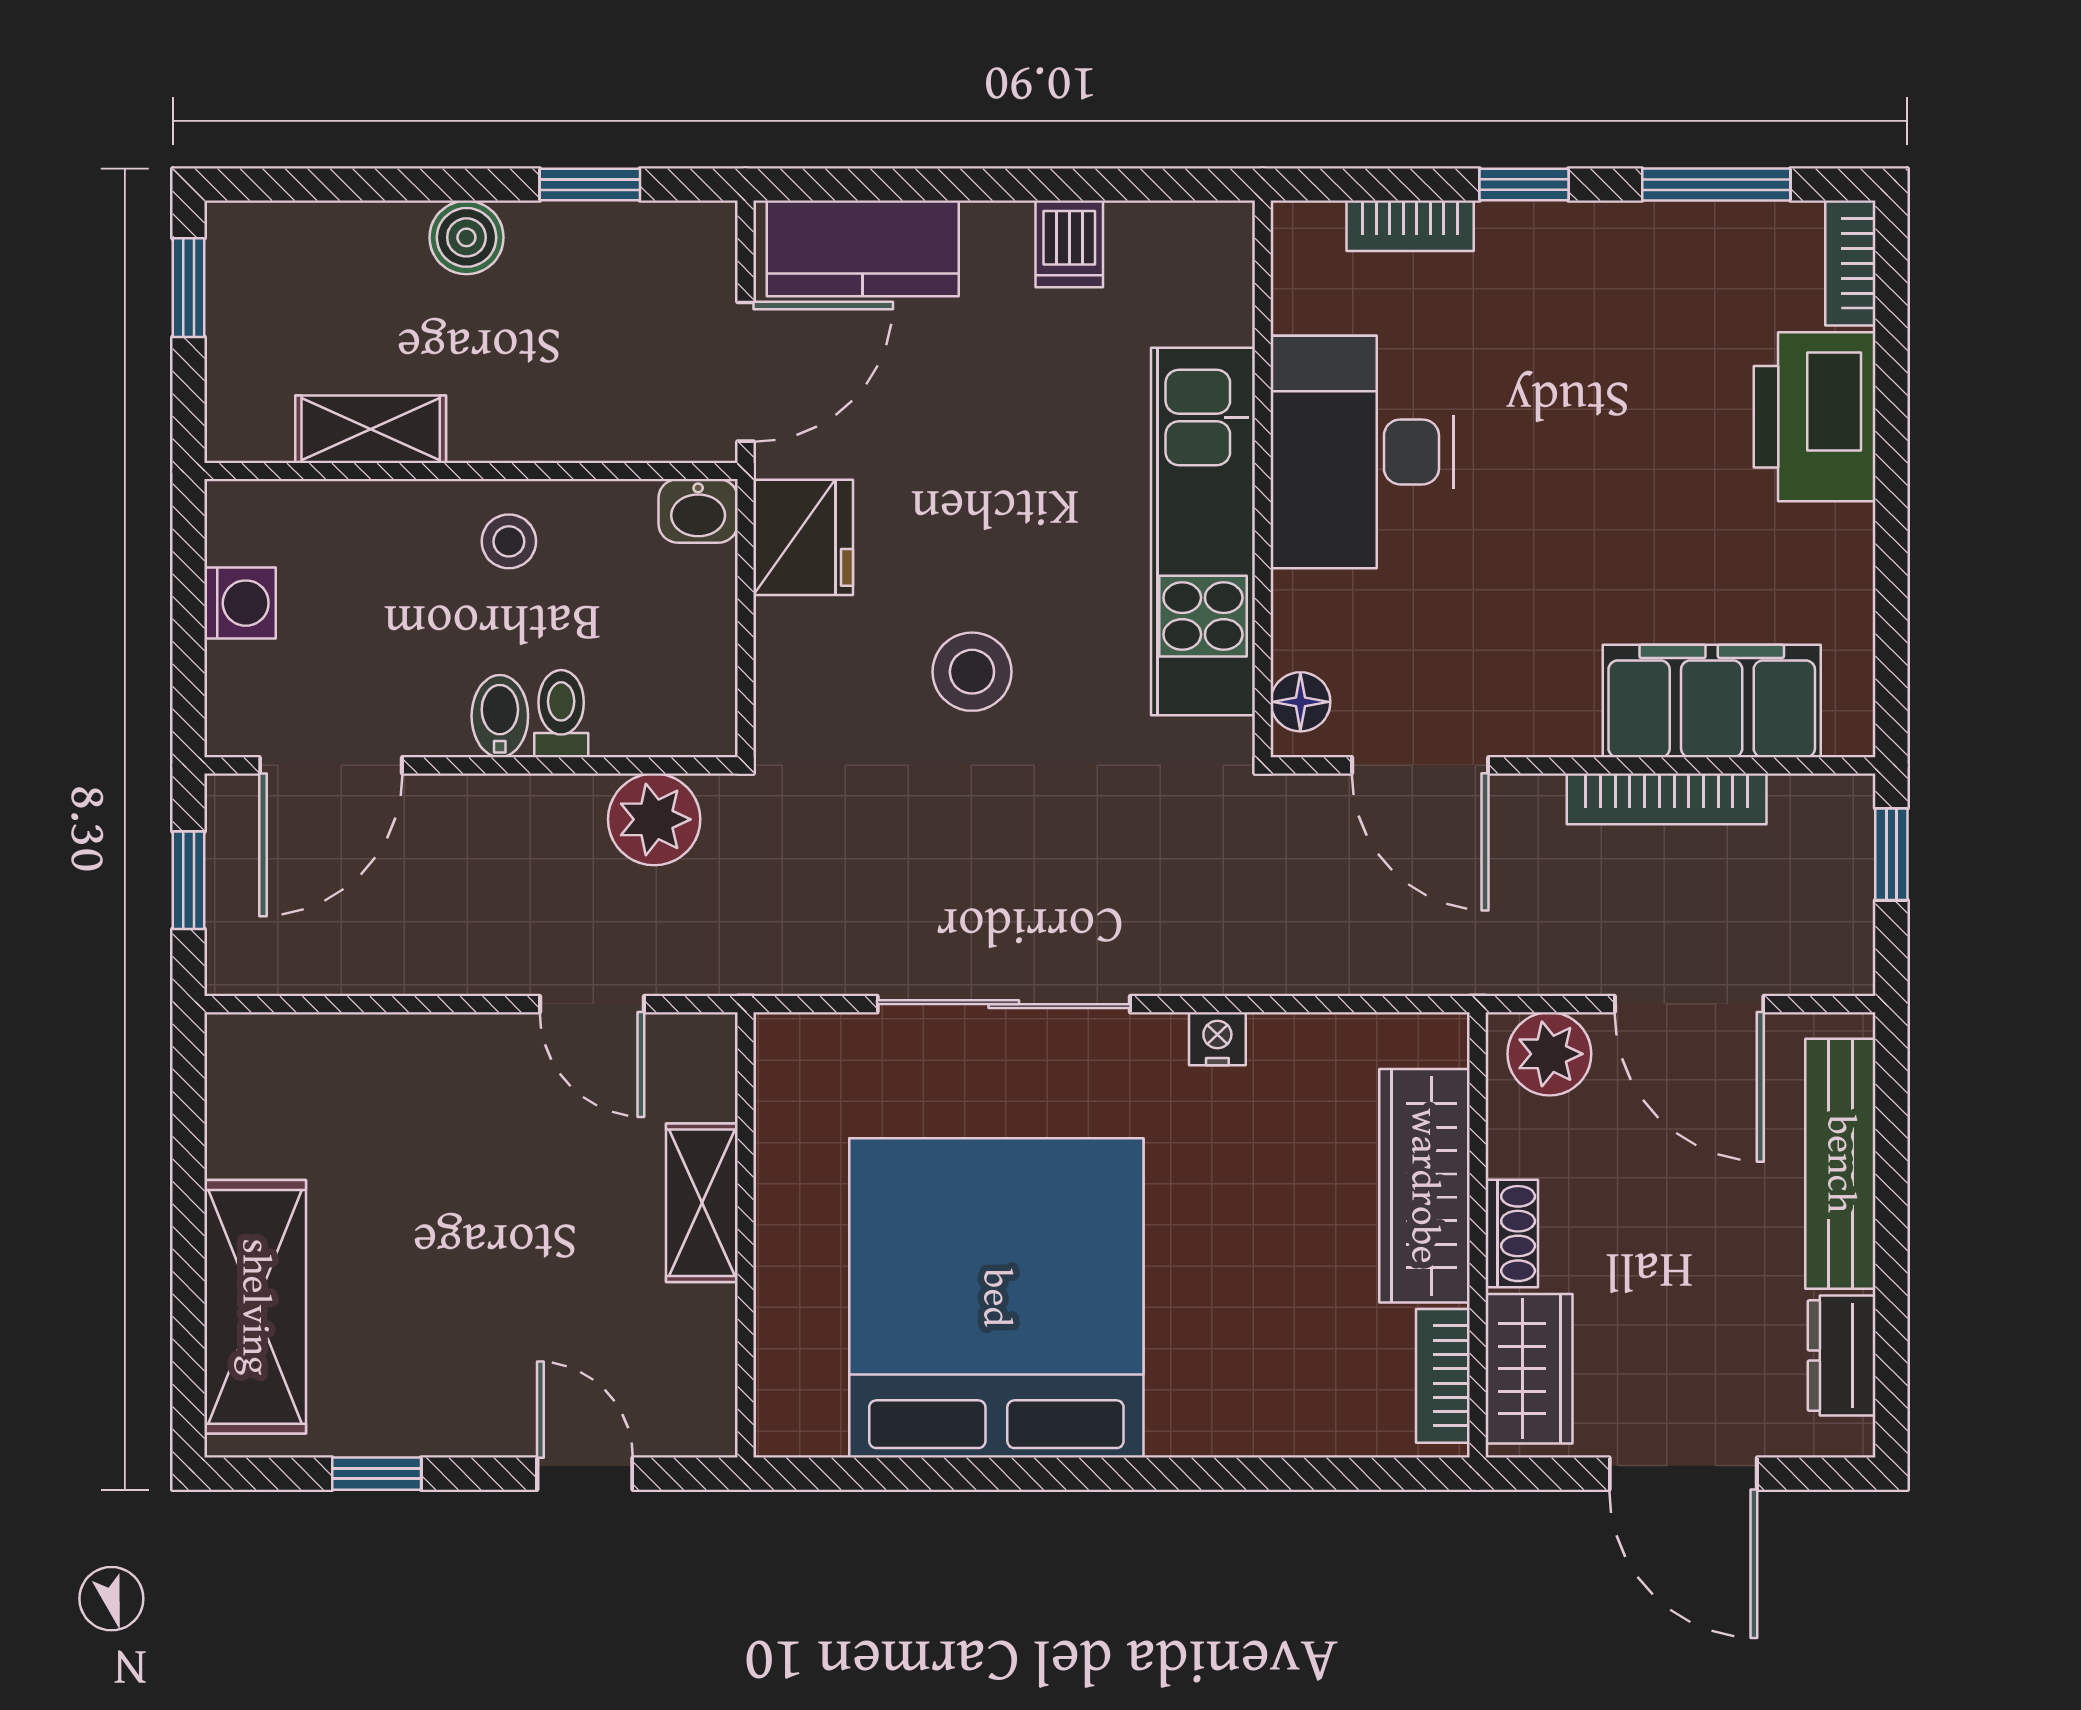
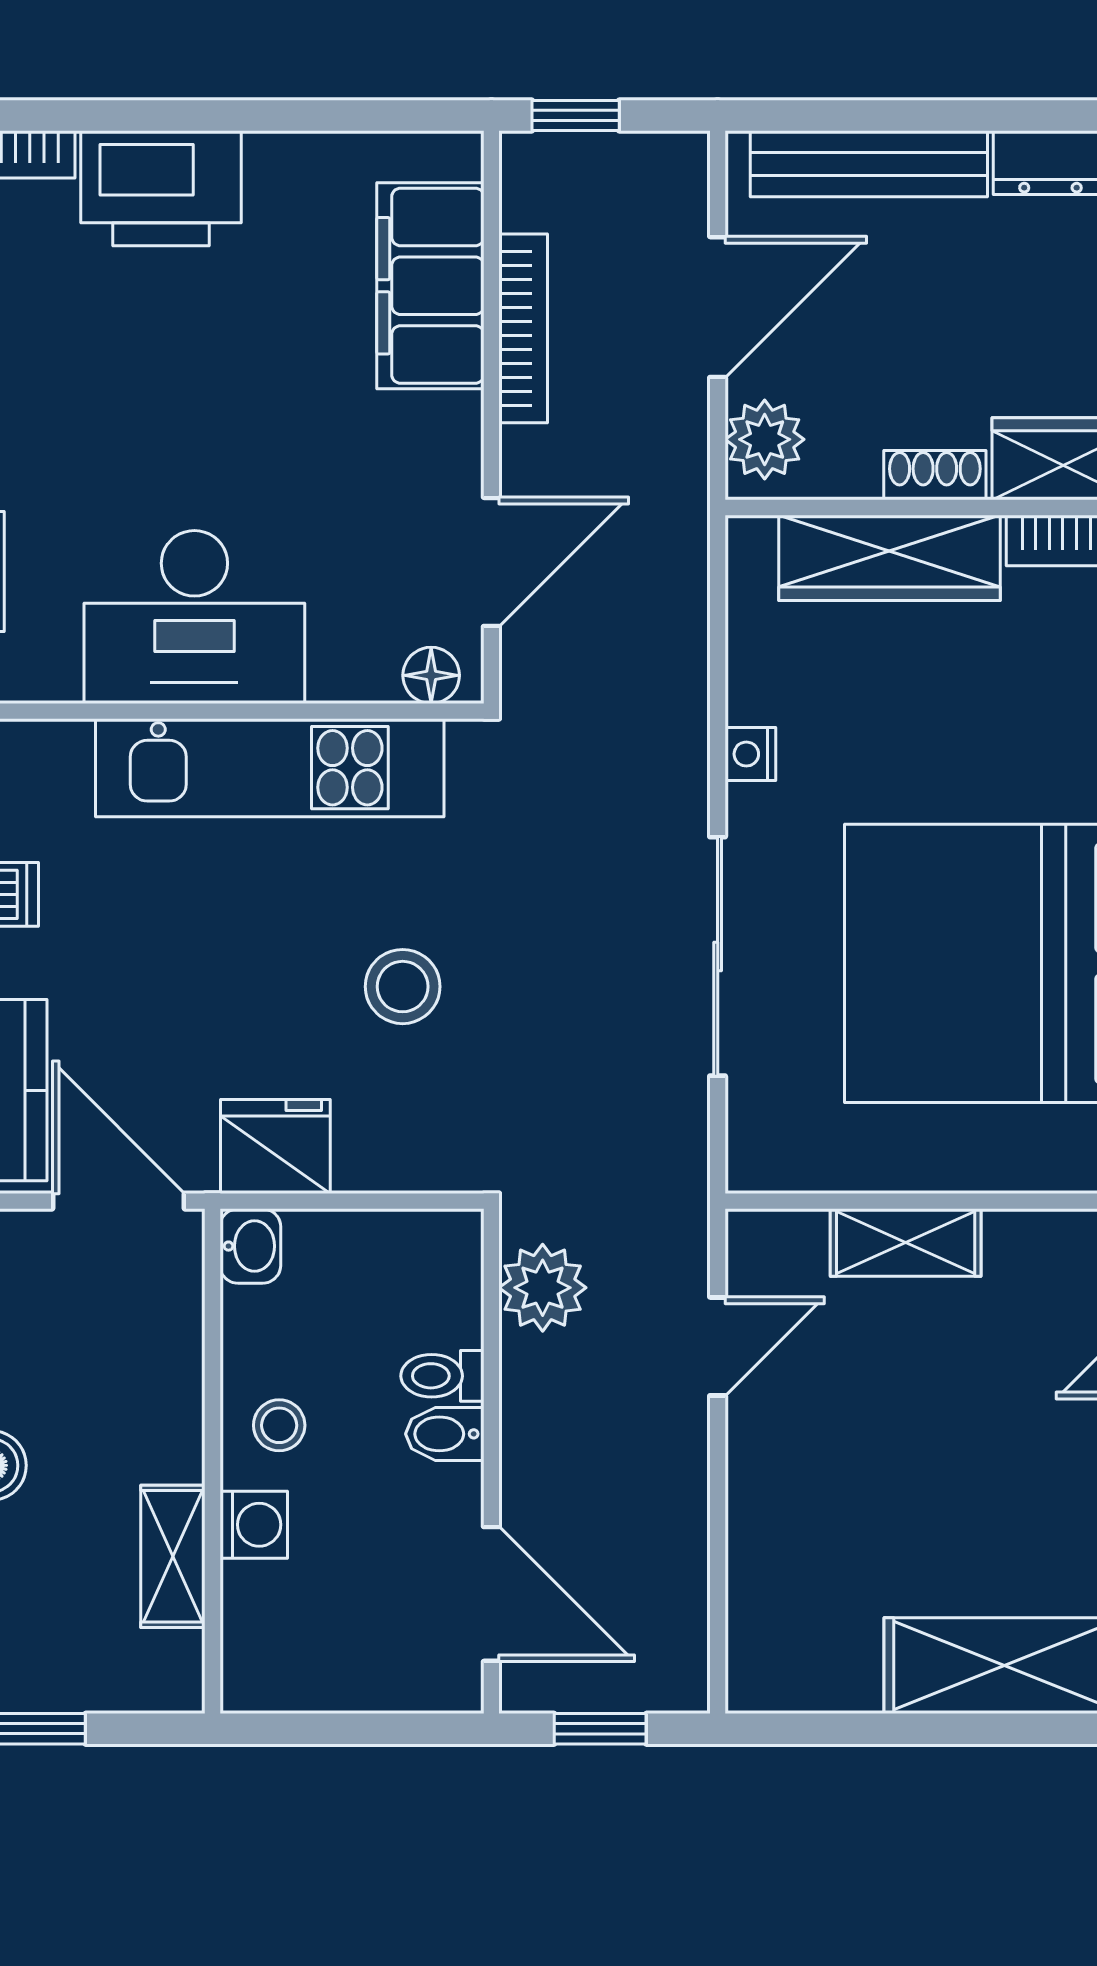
washing machine: (240, 603) -> (254, 1525), moved, turned 90

